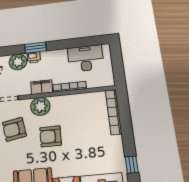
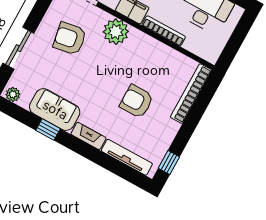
armchair: (51, 136) -> (137, 101), moved

